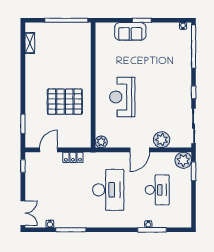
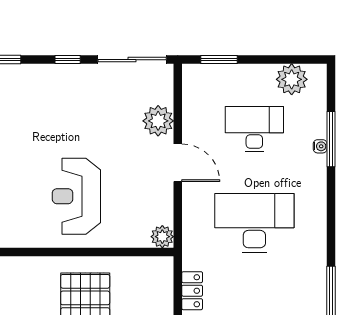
reception desk: (122, 97) -> (76, 196), turned 90
plant: (183, 160) -> (292, 79), moved

